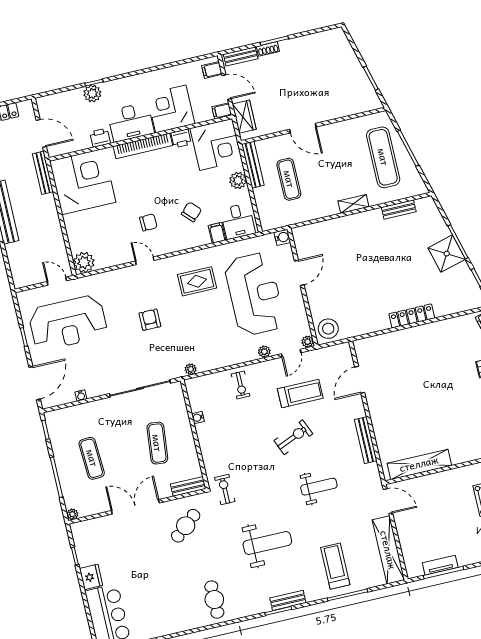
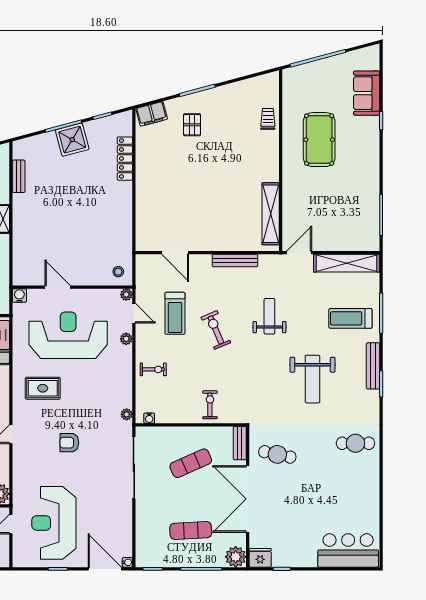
rug: (197, 281) -> (43, 388), turned 90
locker: (412, 316) -> (125, 159), moved
reception desk: (68, 323) -> (54, 523), turned 180
stool: (328, 329) -> (118, 272), width x0.53, depth x0.53
treadmill: (300, 394) -> (175, 313), turned 180
water cooler: (81, 396) -> (127, 562), moved
water cooler: (198, 418) -> (149, 418), moved
exercise mat: (157, 443) -> (191, 463), turned -30
exercise bike: (225, 490) -> (210, 405), moved, turned 90
double door: (135, 507) -> (248, 499), width x1.36
plant: (72, 514) -> (236, 557), width x1.88, depth x1.88
cafe table: (186, 526) -> (277, 454), turned -38
weight bench: (267, 543) -> (313, 379), turned 180
tv unit: (440, 565) -> (373, 216), removed
fridge: (91, 577) -> (260, 558), moved
bench: (288, 600) -> (373, 366), width x1.36

